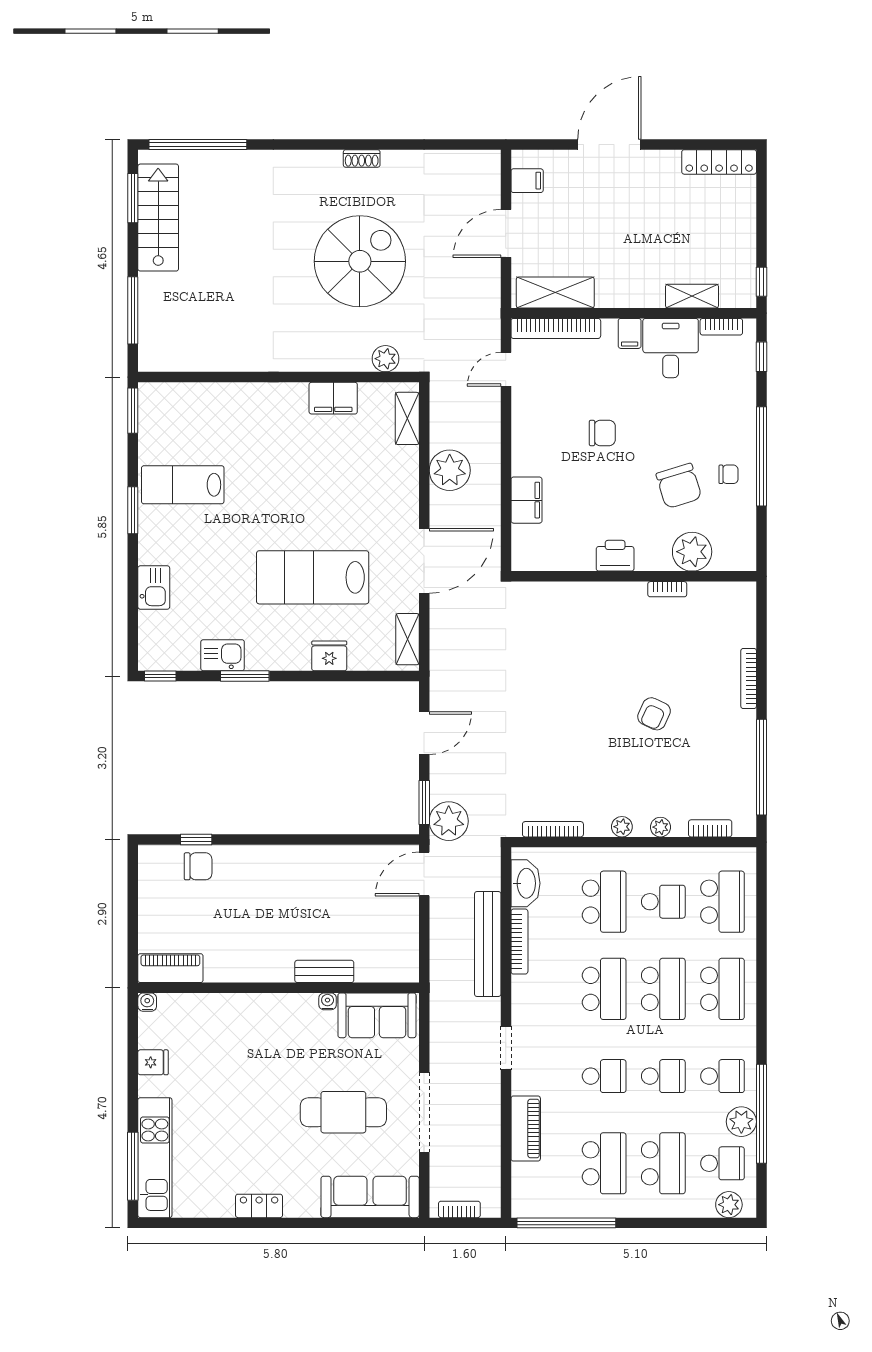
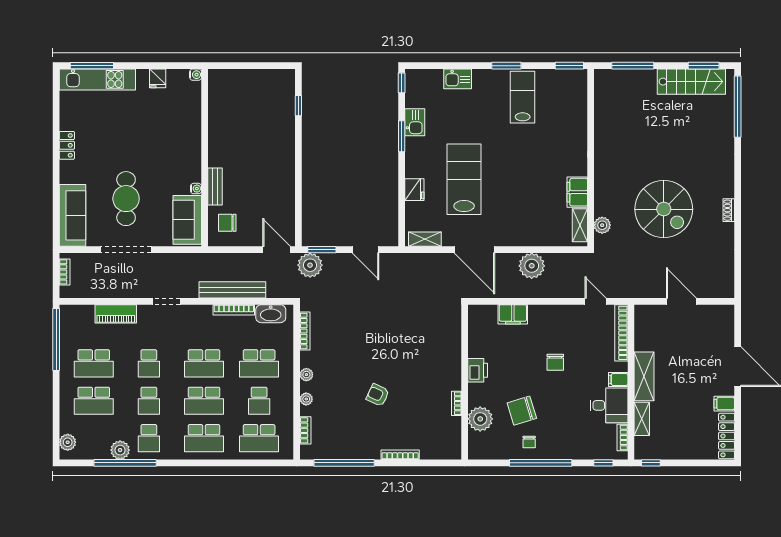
filing cabinet: (527, 181) -> (724, 404), moved, turned 90
shelving: (555, 292) -> (644, 376), moved
shelving: (407, 418) -> (580, 225), moved, turned 90
chair: (198, 866) -> (227, 223), moved, turned 90
piano: (170, 968) -> (217, 89), removed
school desk: (723, 1163) -> (94, 438), removed

